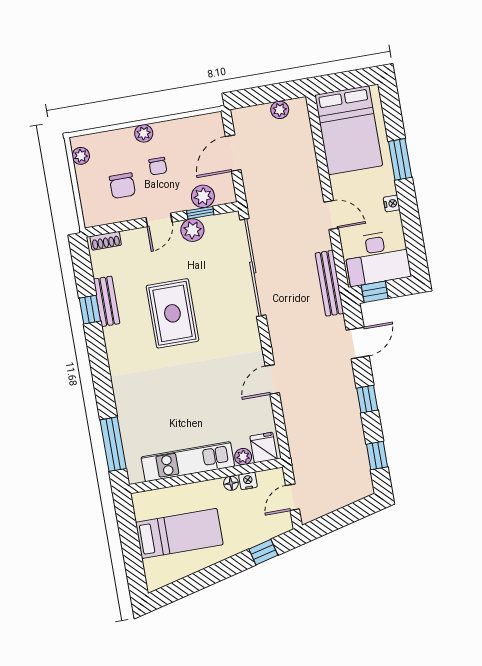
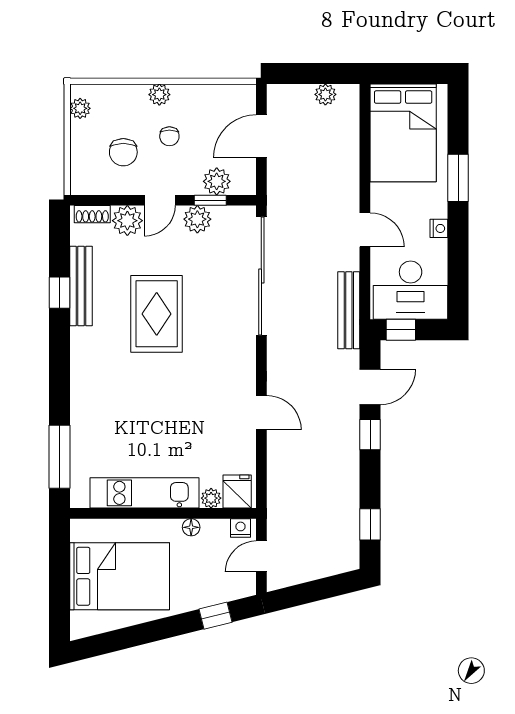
plant: (135, 241) -> (127, 221), added
bench: (107, 301) -> (81, 286), width x1.36
door: (272, 379) -> (261, 413), swing flipped
window: (367, 399) -> (370, 435), moved
nightstand: (248, 481) -> (240, 528), moved
bed: (179, 533) -> (120, 576), width x1.50

